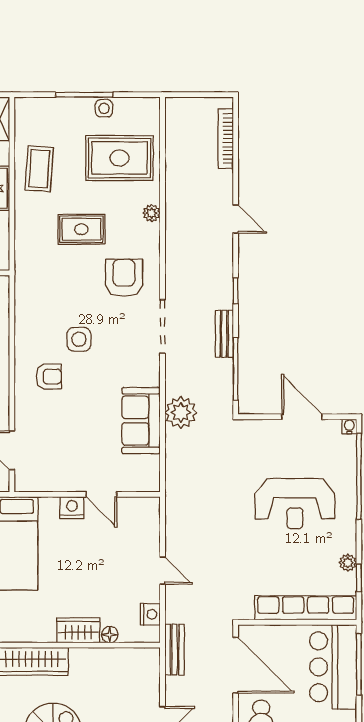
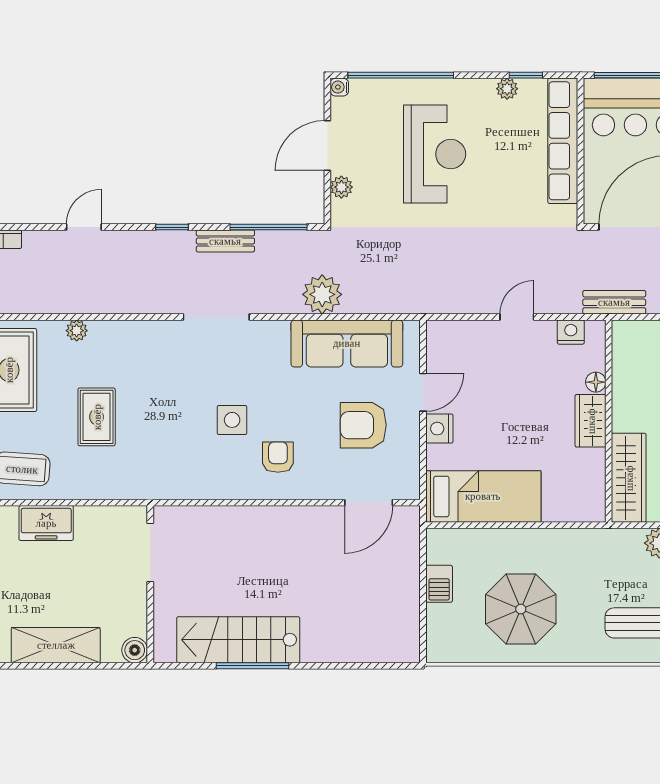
armchair: (124, 278) -> (363, 425), moved
sofa: (141, 421) -> (347, 343), width x1.36
plant: (268, 428) -> (341, 187), added

